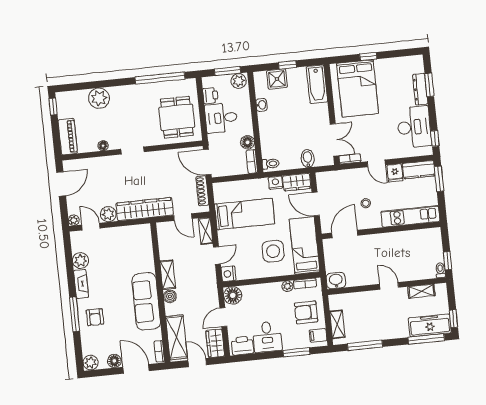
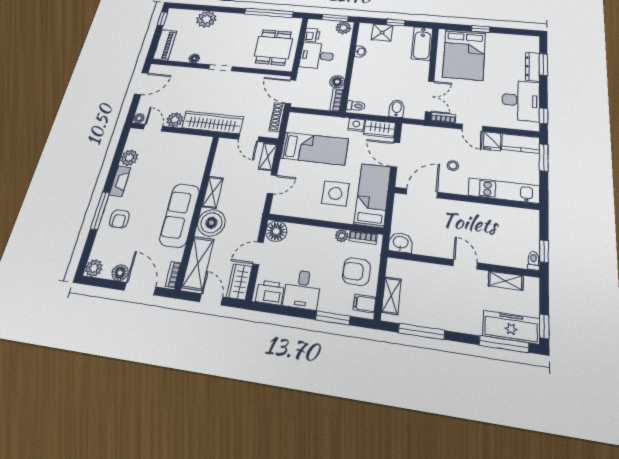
nightstand: (229, 274) -> (279, 206), removed
boiler: (170, 296) -> (211, 223), width x1.86, depth x1.86

